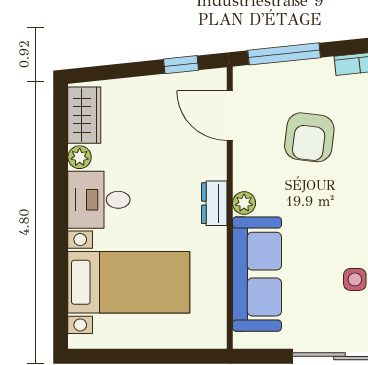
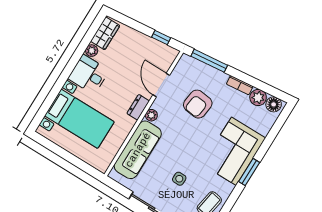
door: (230, 116) -> (161, 85), moved

